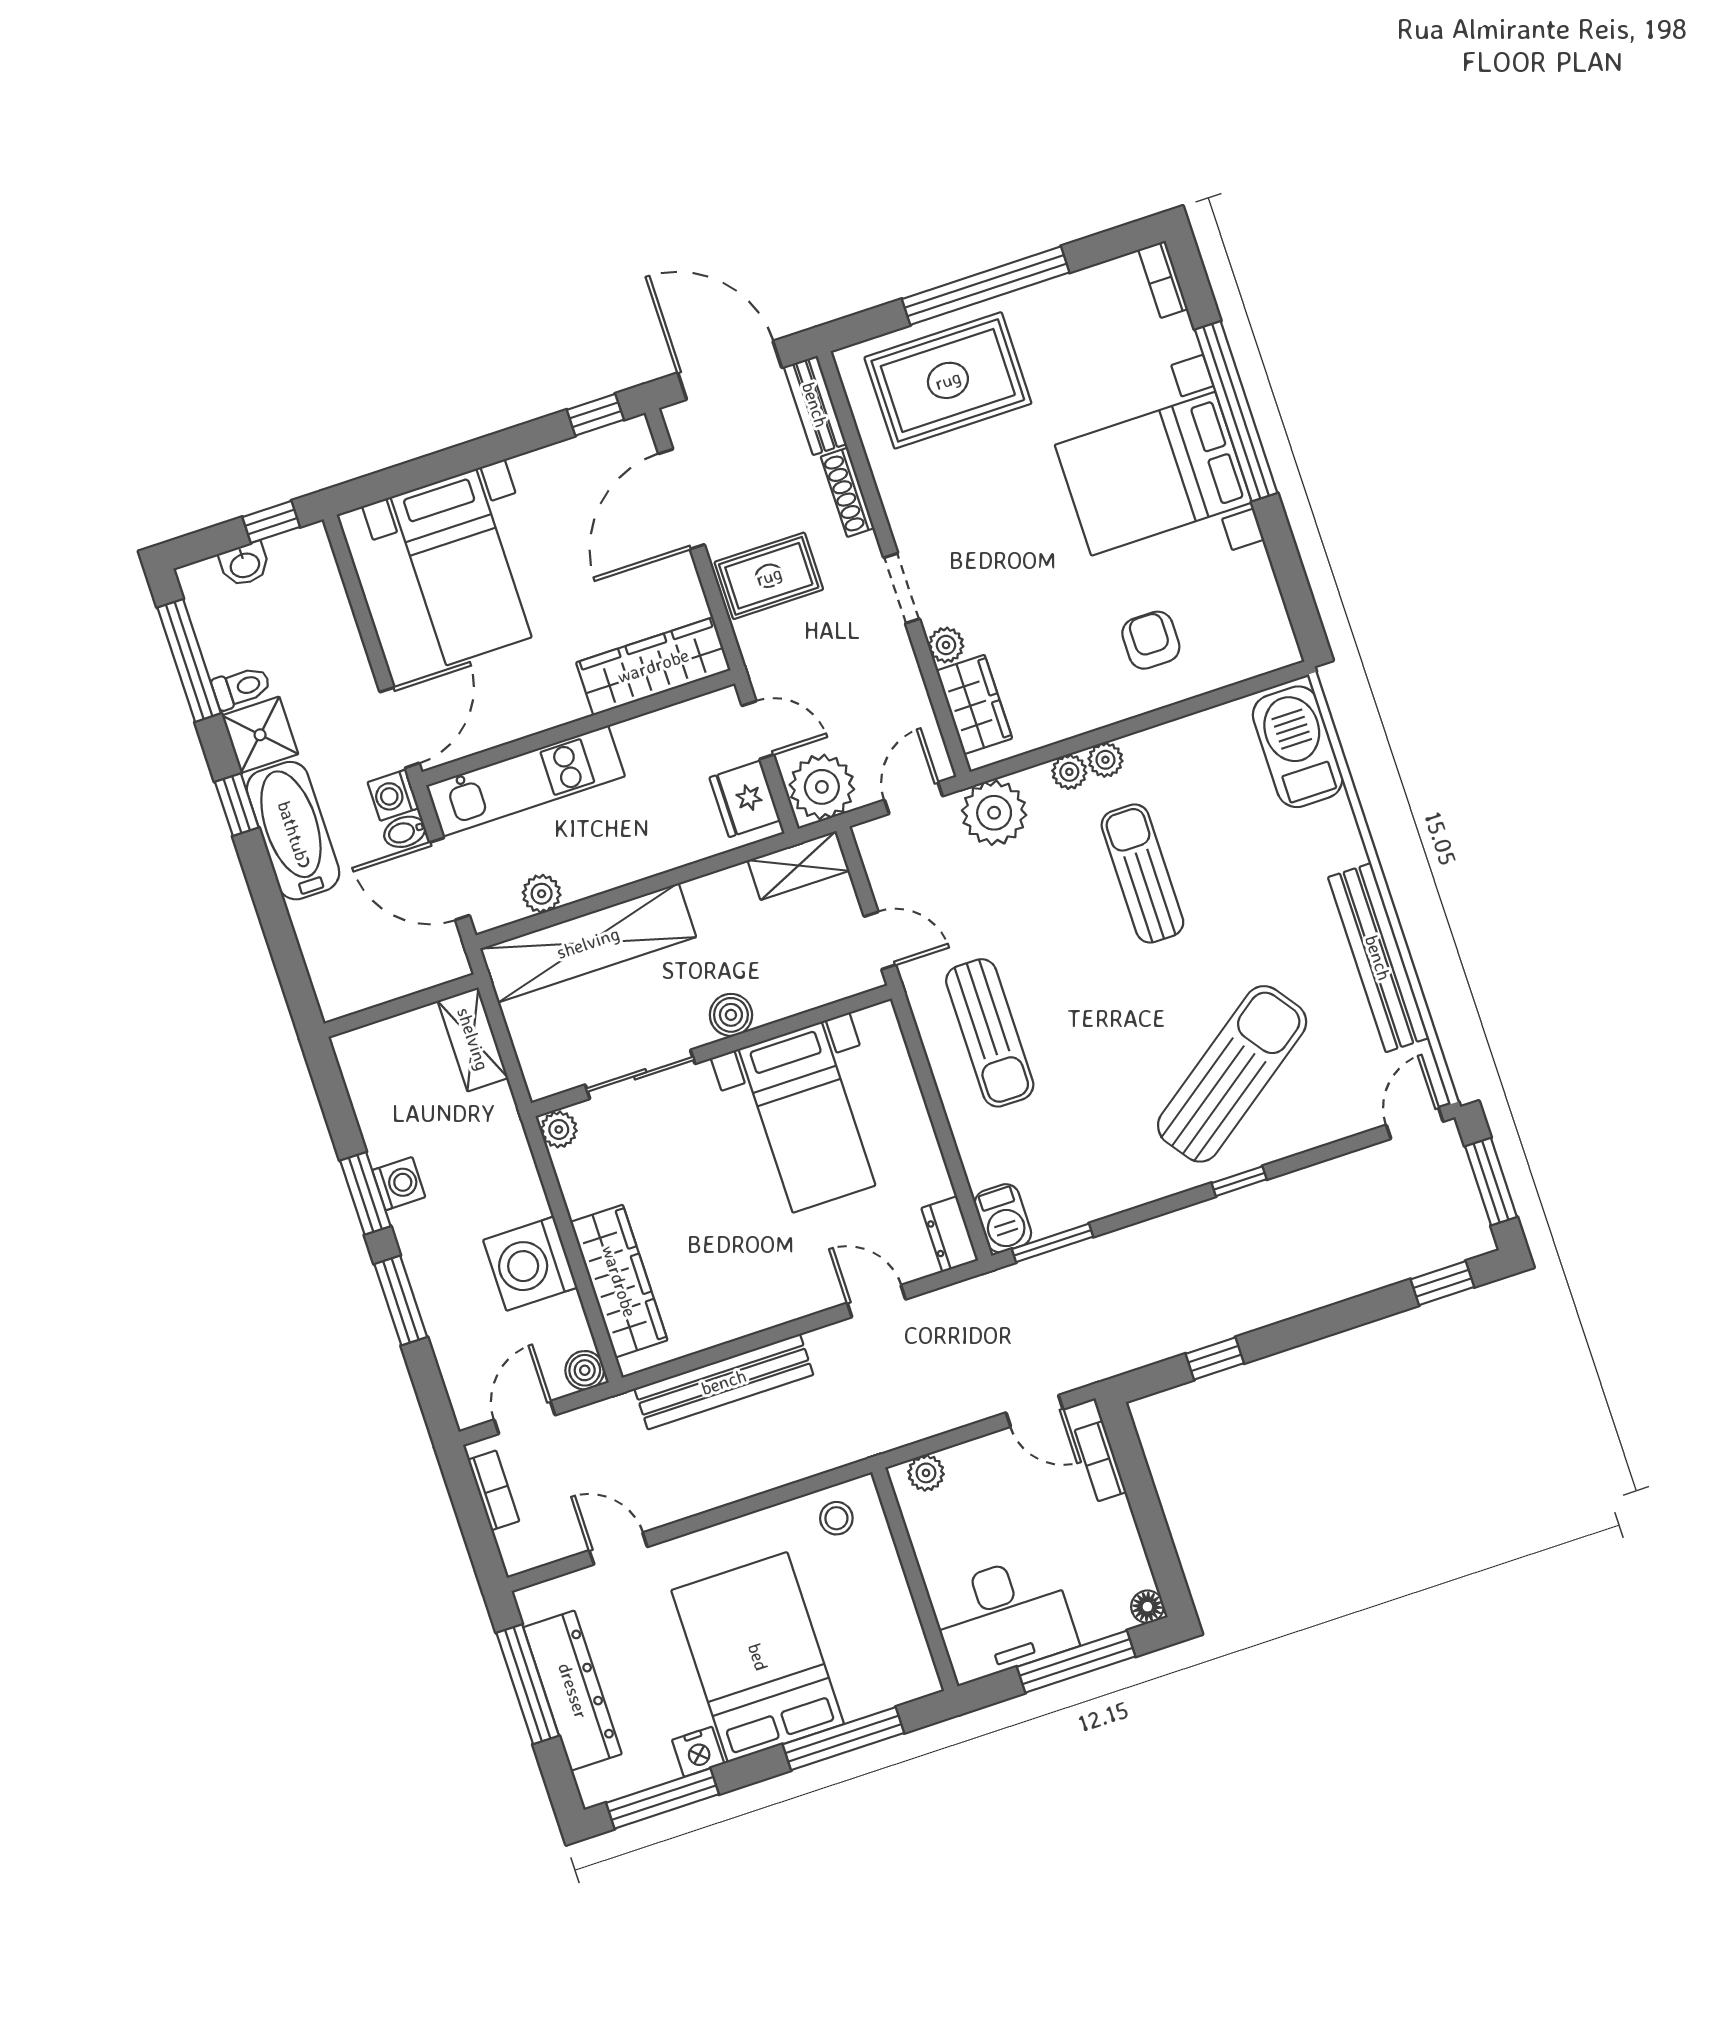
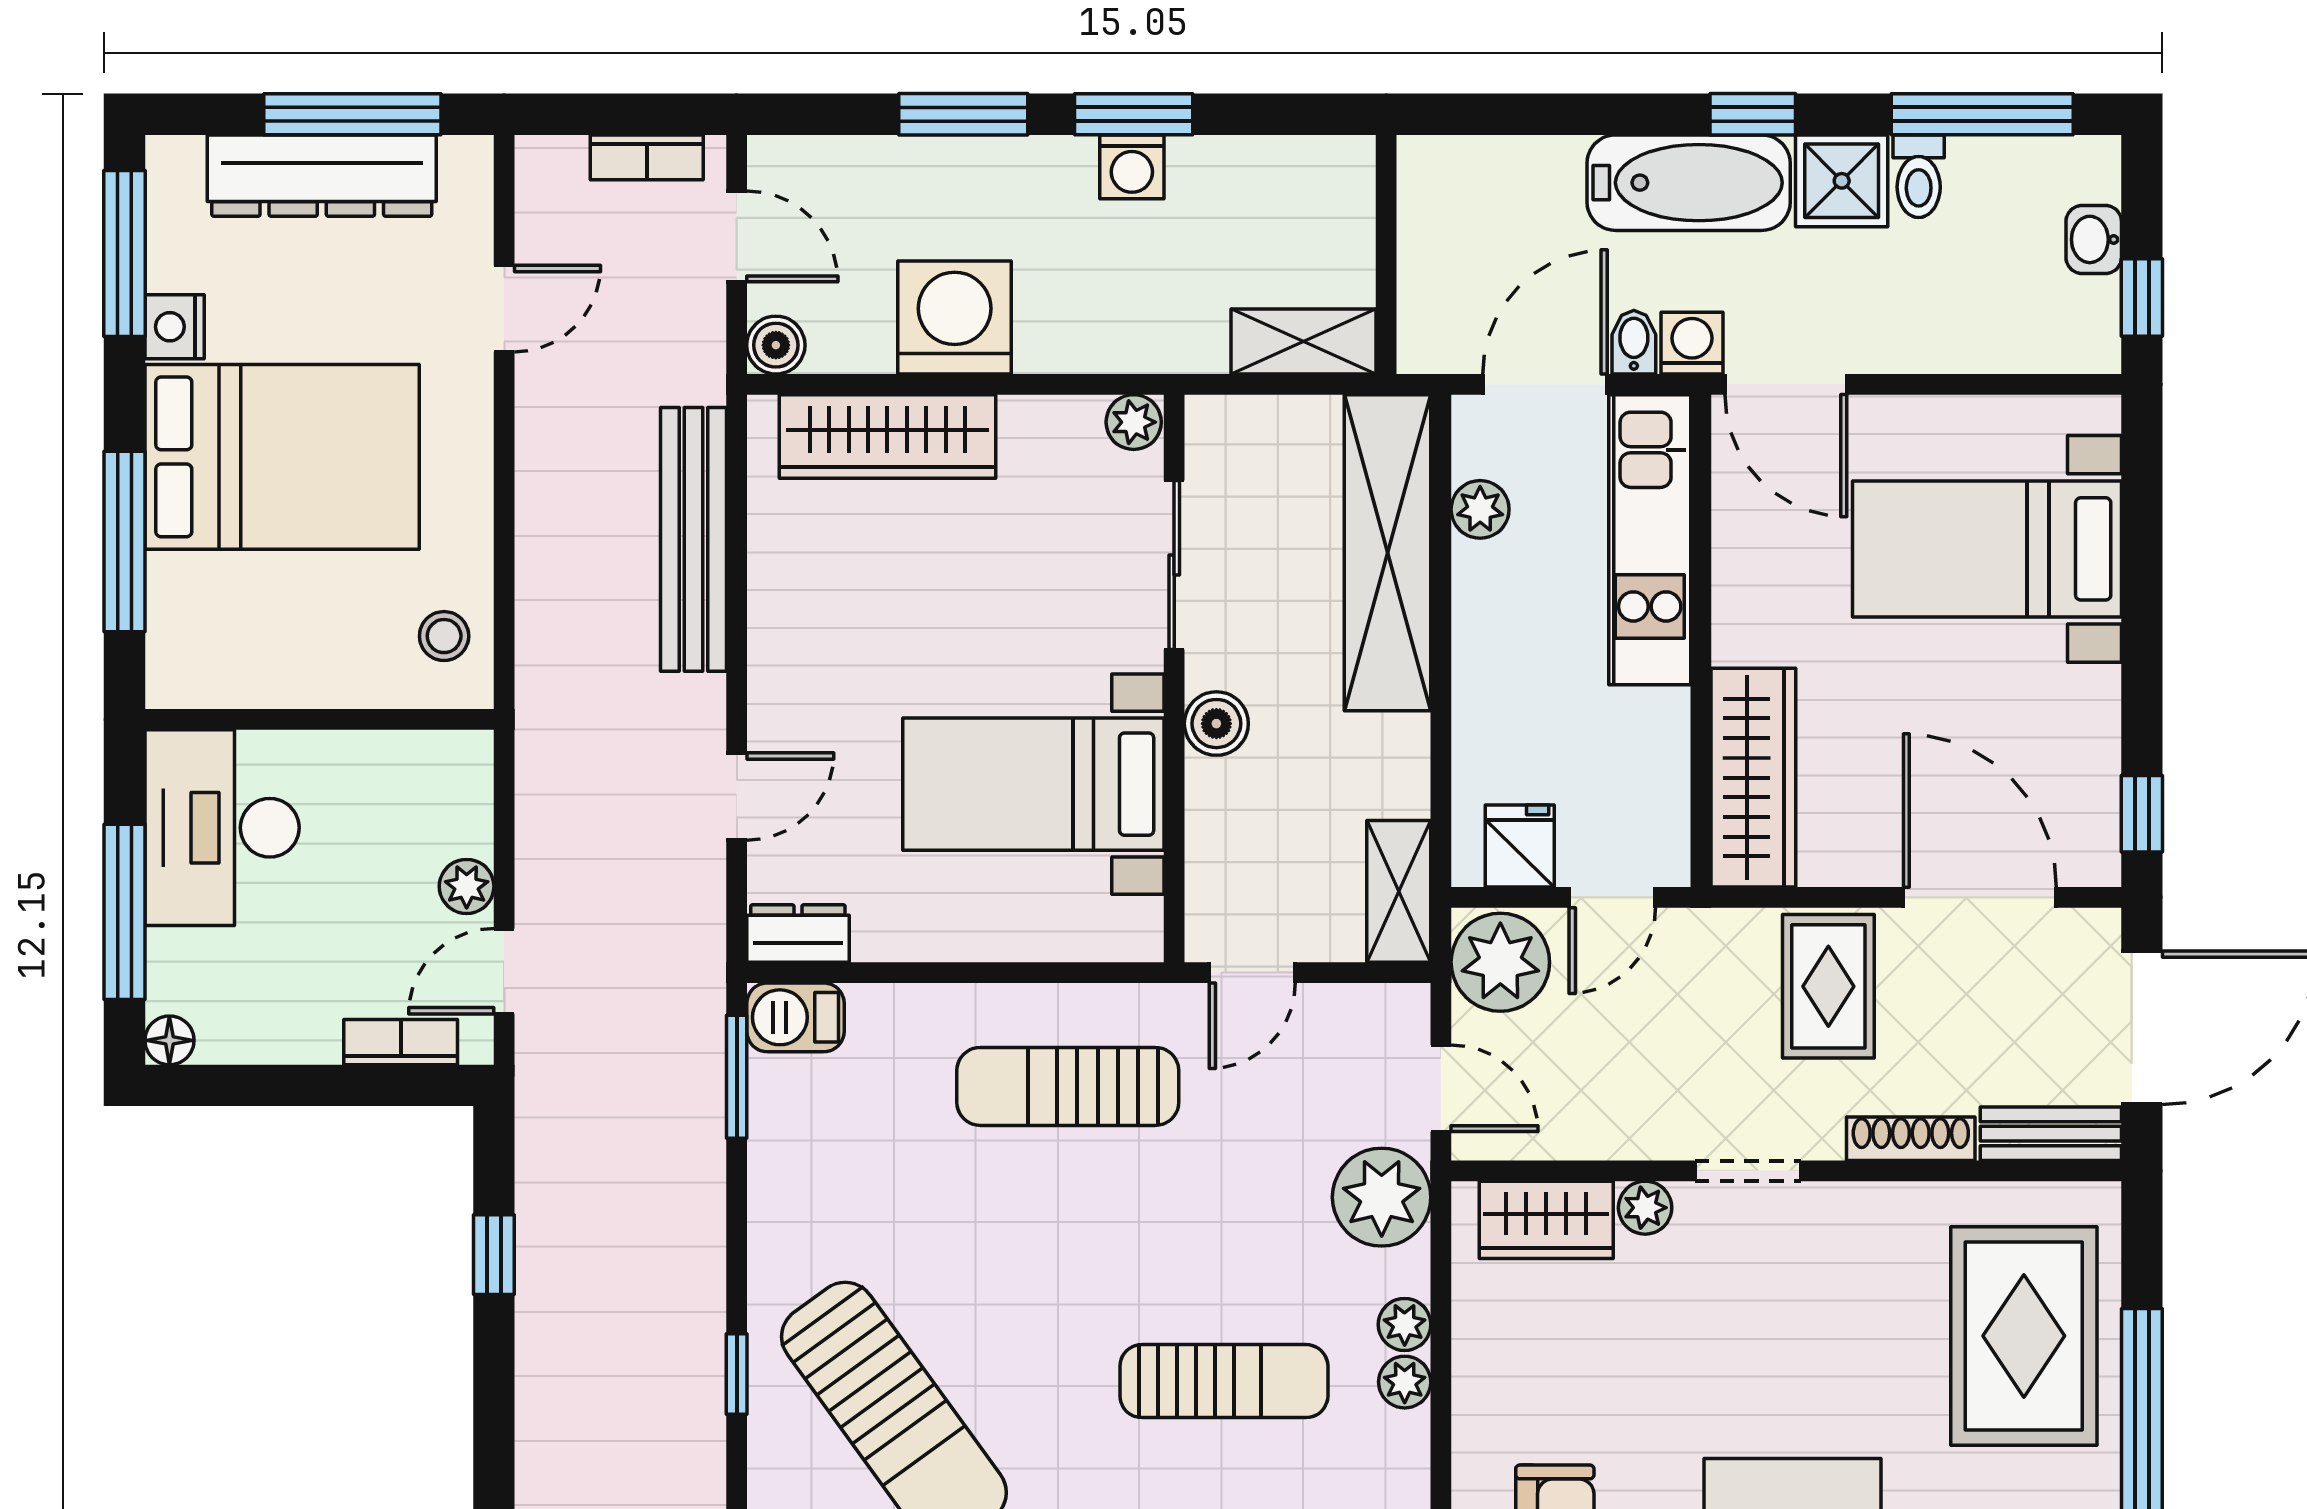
fridge: (745, 799) -> (1520, 846), width x0.72
plant: (926, 1473) -> (467, 886), moved

